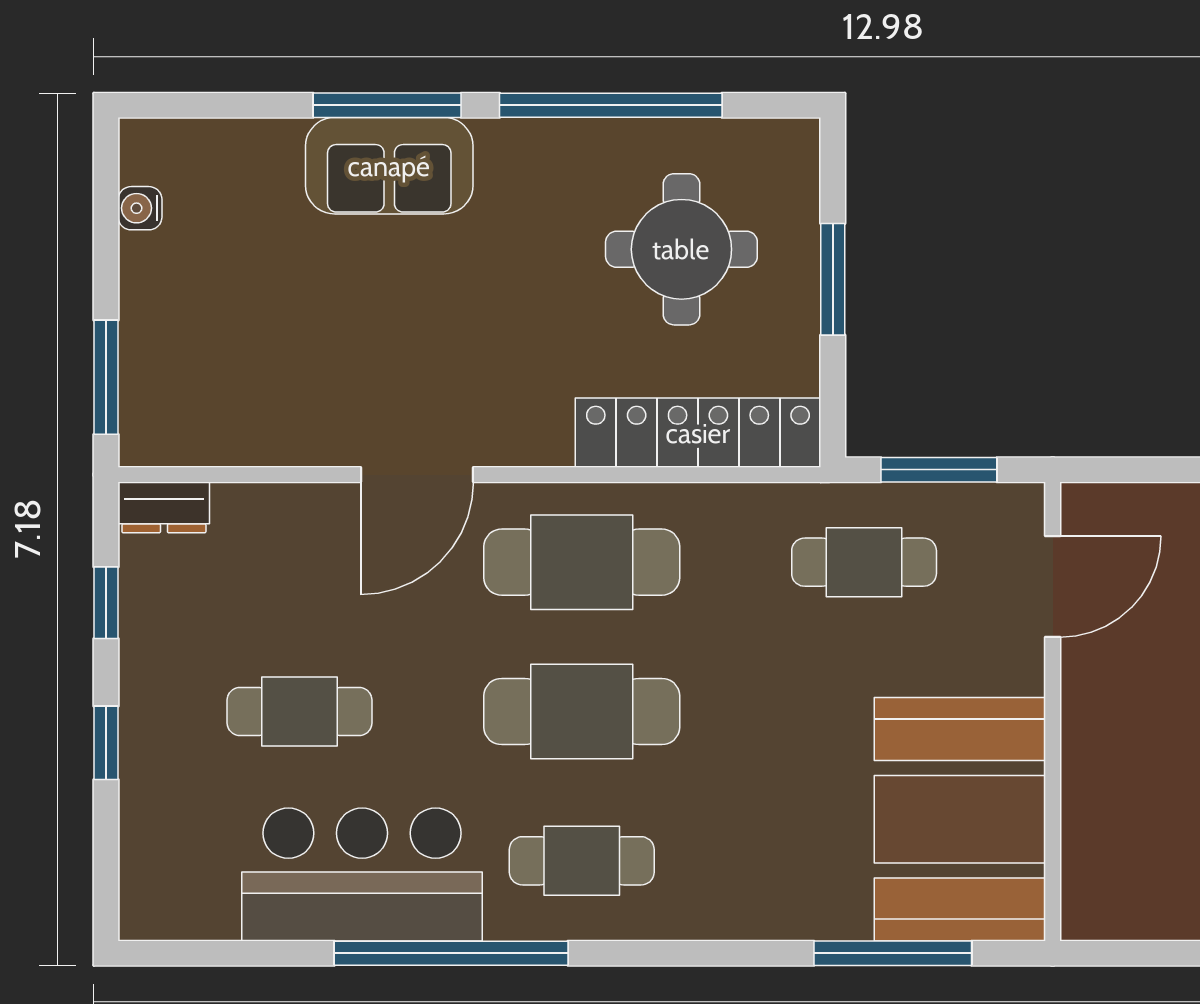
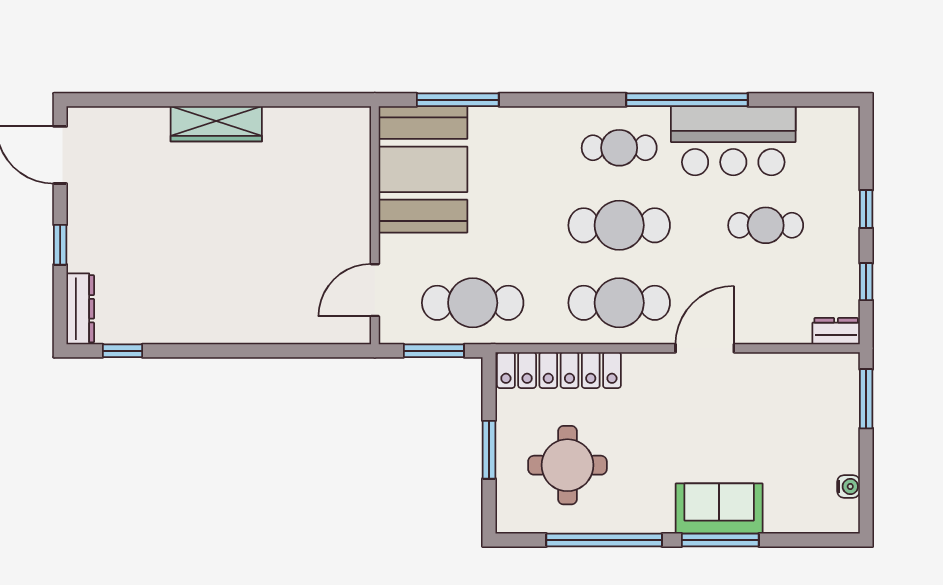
cafe table: (864, 562) -> (473, 303), width x1.37, depth x1.35

